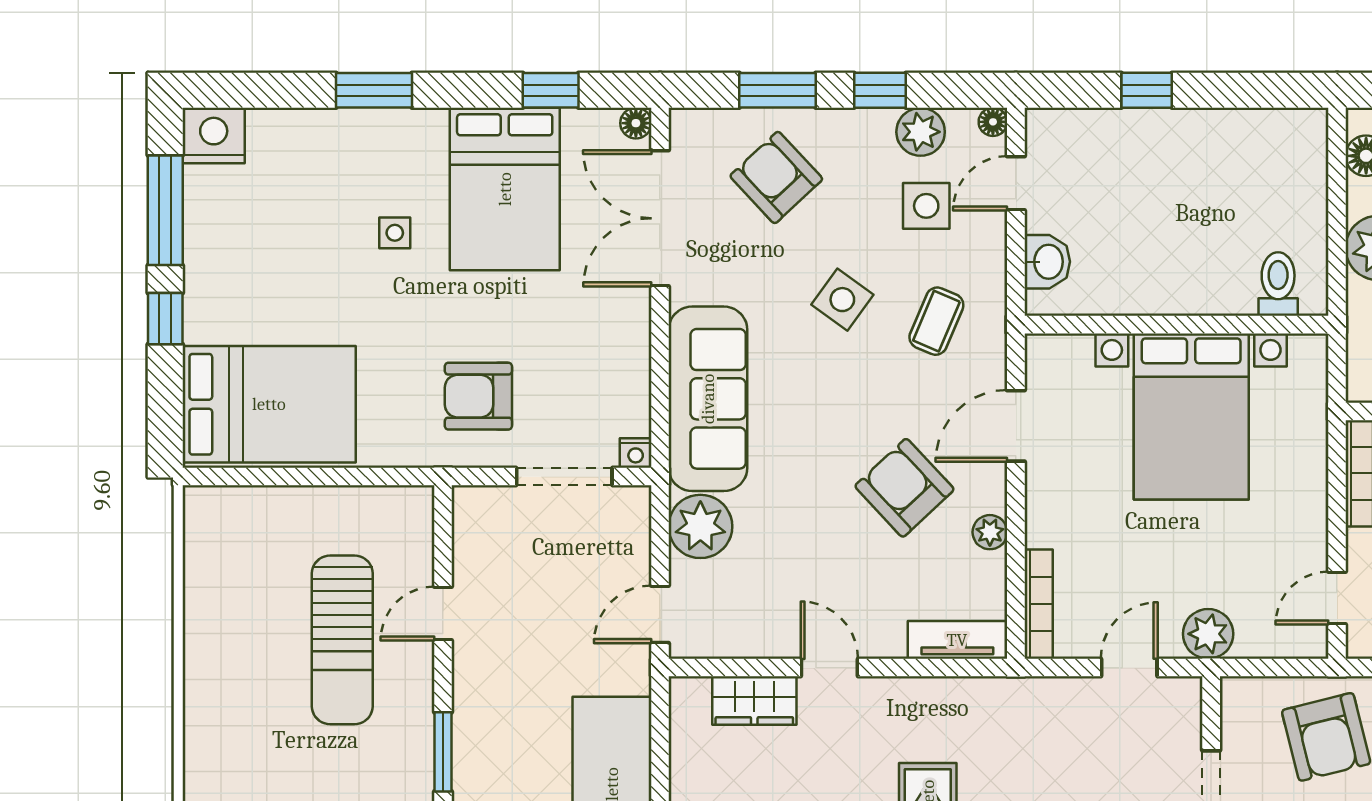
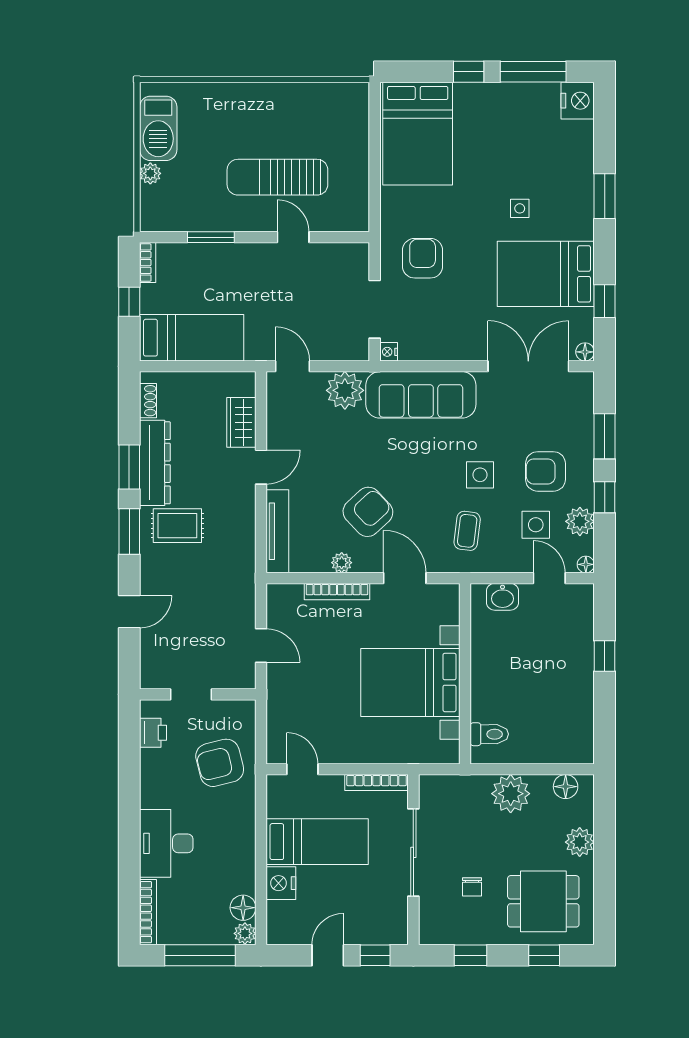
armchair: (776, 177) -> (545, 471), moved, turned -137
side table: (842, 300) -> (480, 475), turned -36
coffee table: (936, 321) -> (467, 531), turned 74
bookcase: (1039, 604) -> (337, 592), moved
plant: (1208, 634) -> (281, 693), removed
tv unit: (957, 640) -> (277, 531), width x1.41

